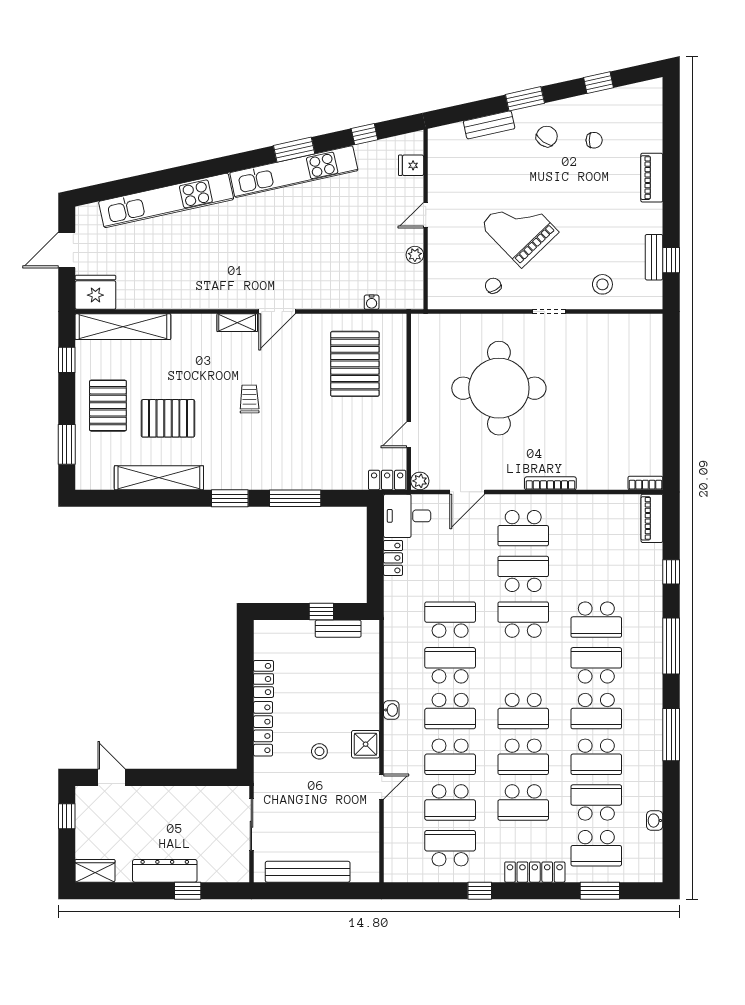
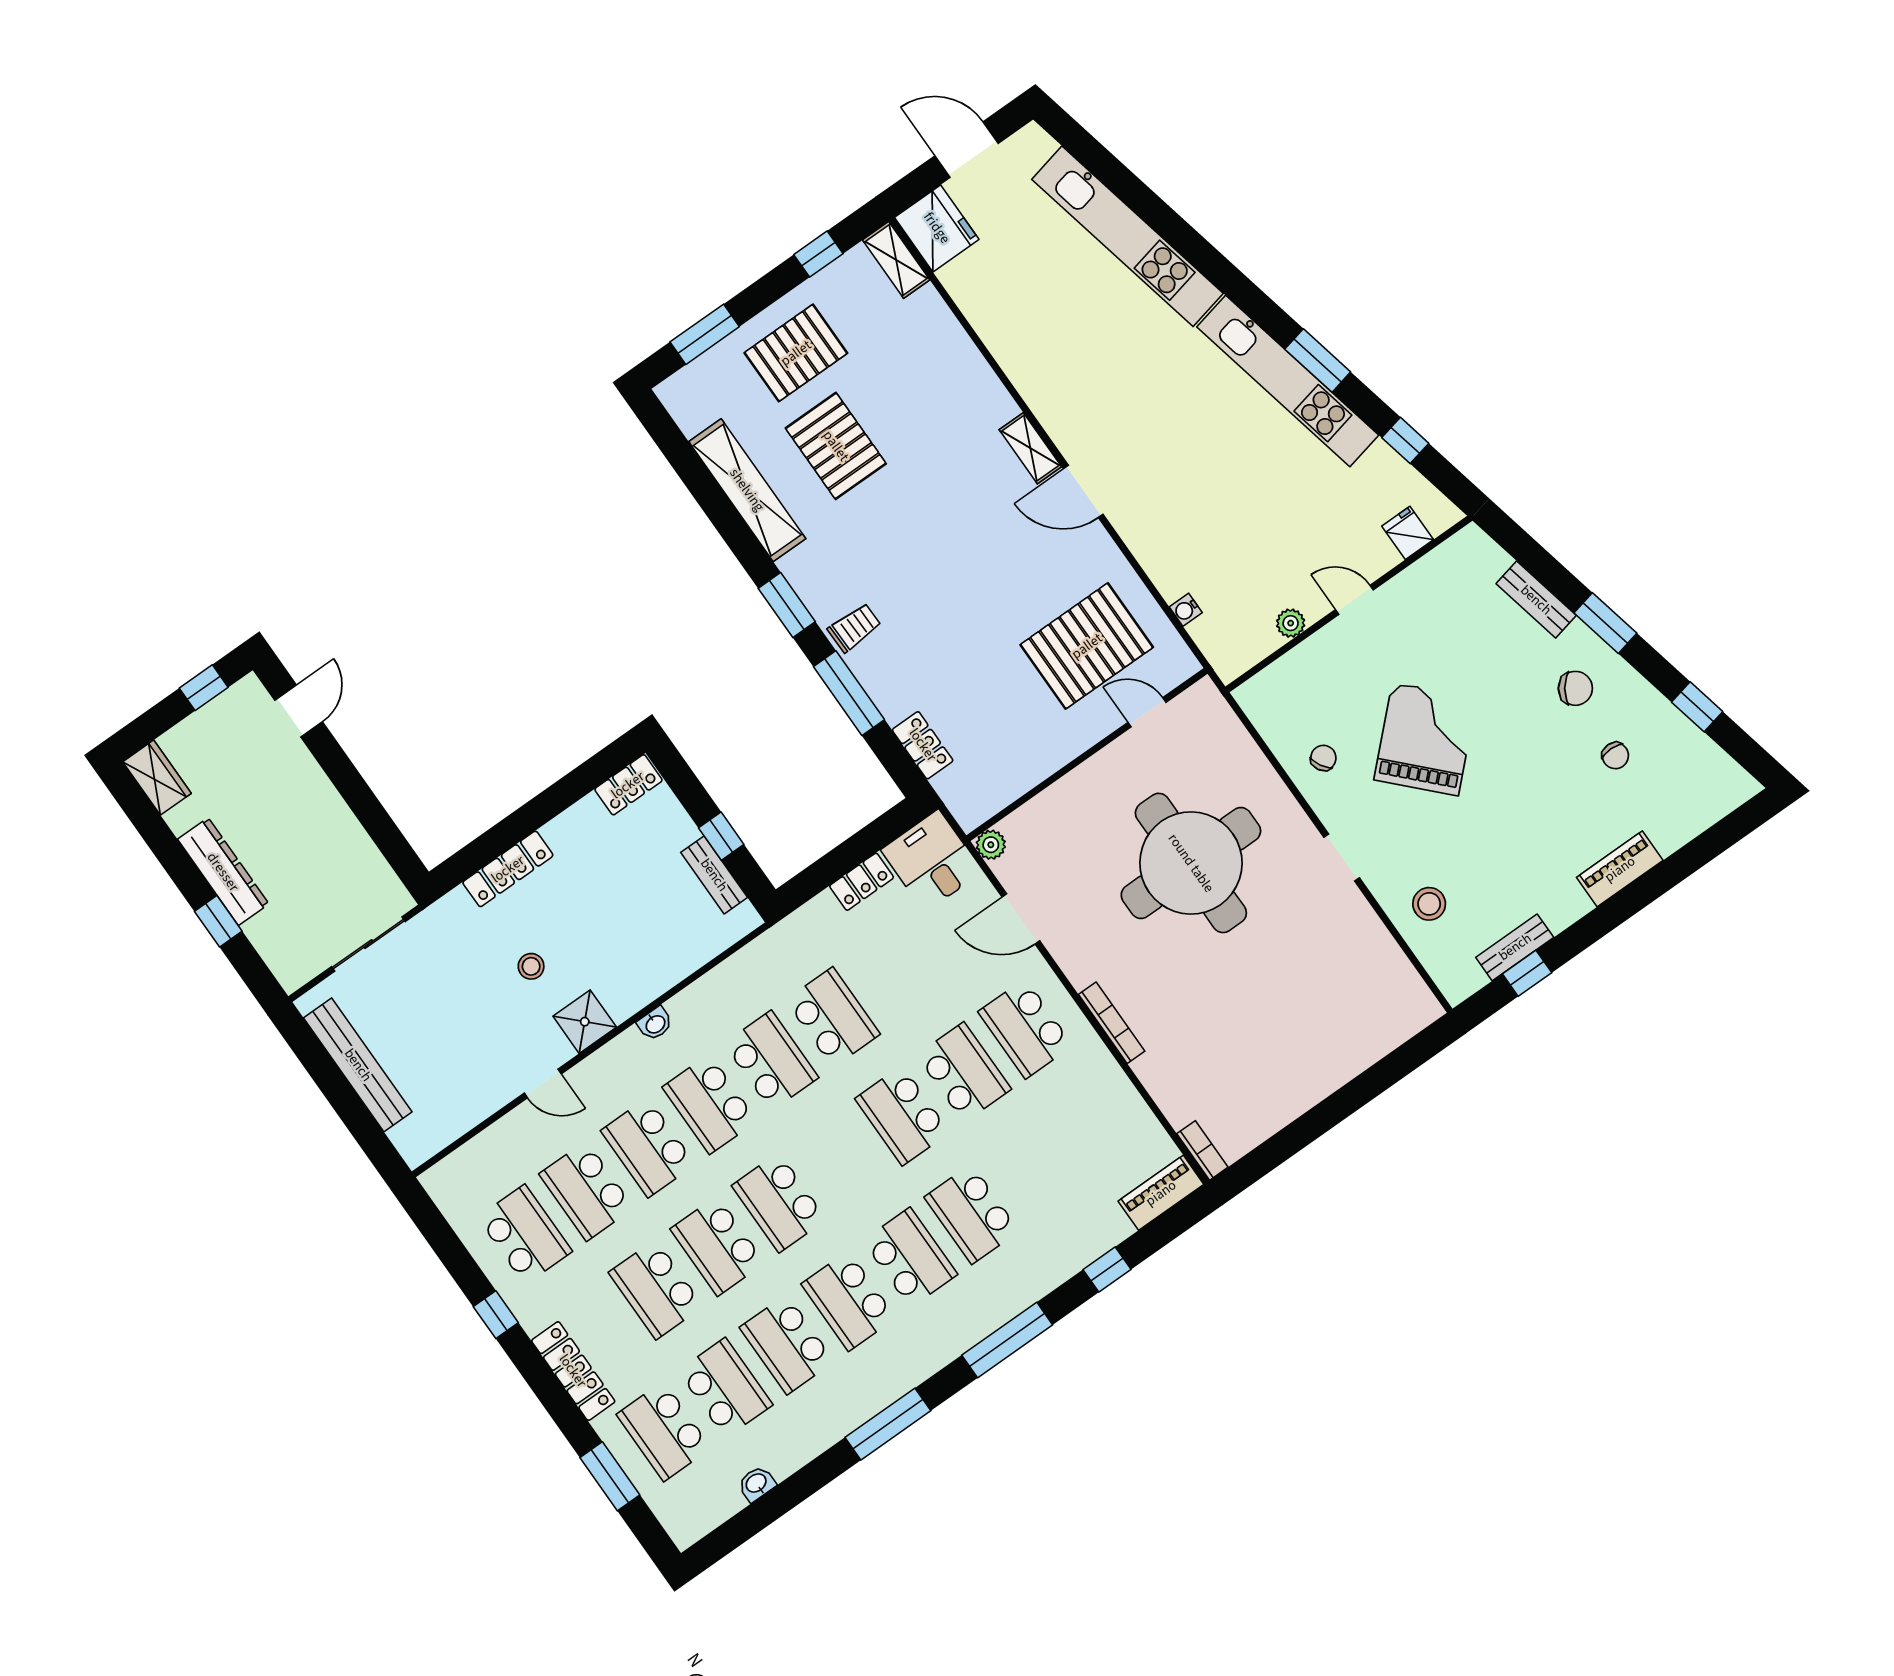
shelving: (123, 327) -> (896, 260), width x0.45, depth x0.75
trolley: (249, 399) -> (854, 628), moved
door: (409, 435) -> (1147, 712), moved
locker: (387, 480) -> (923, 745), moved
school desk: (523, 620) -> (902, 1116), turned 180
locker: (263, 679) -> (628, 785), moved

